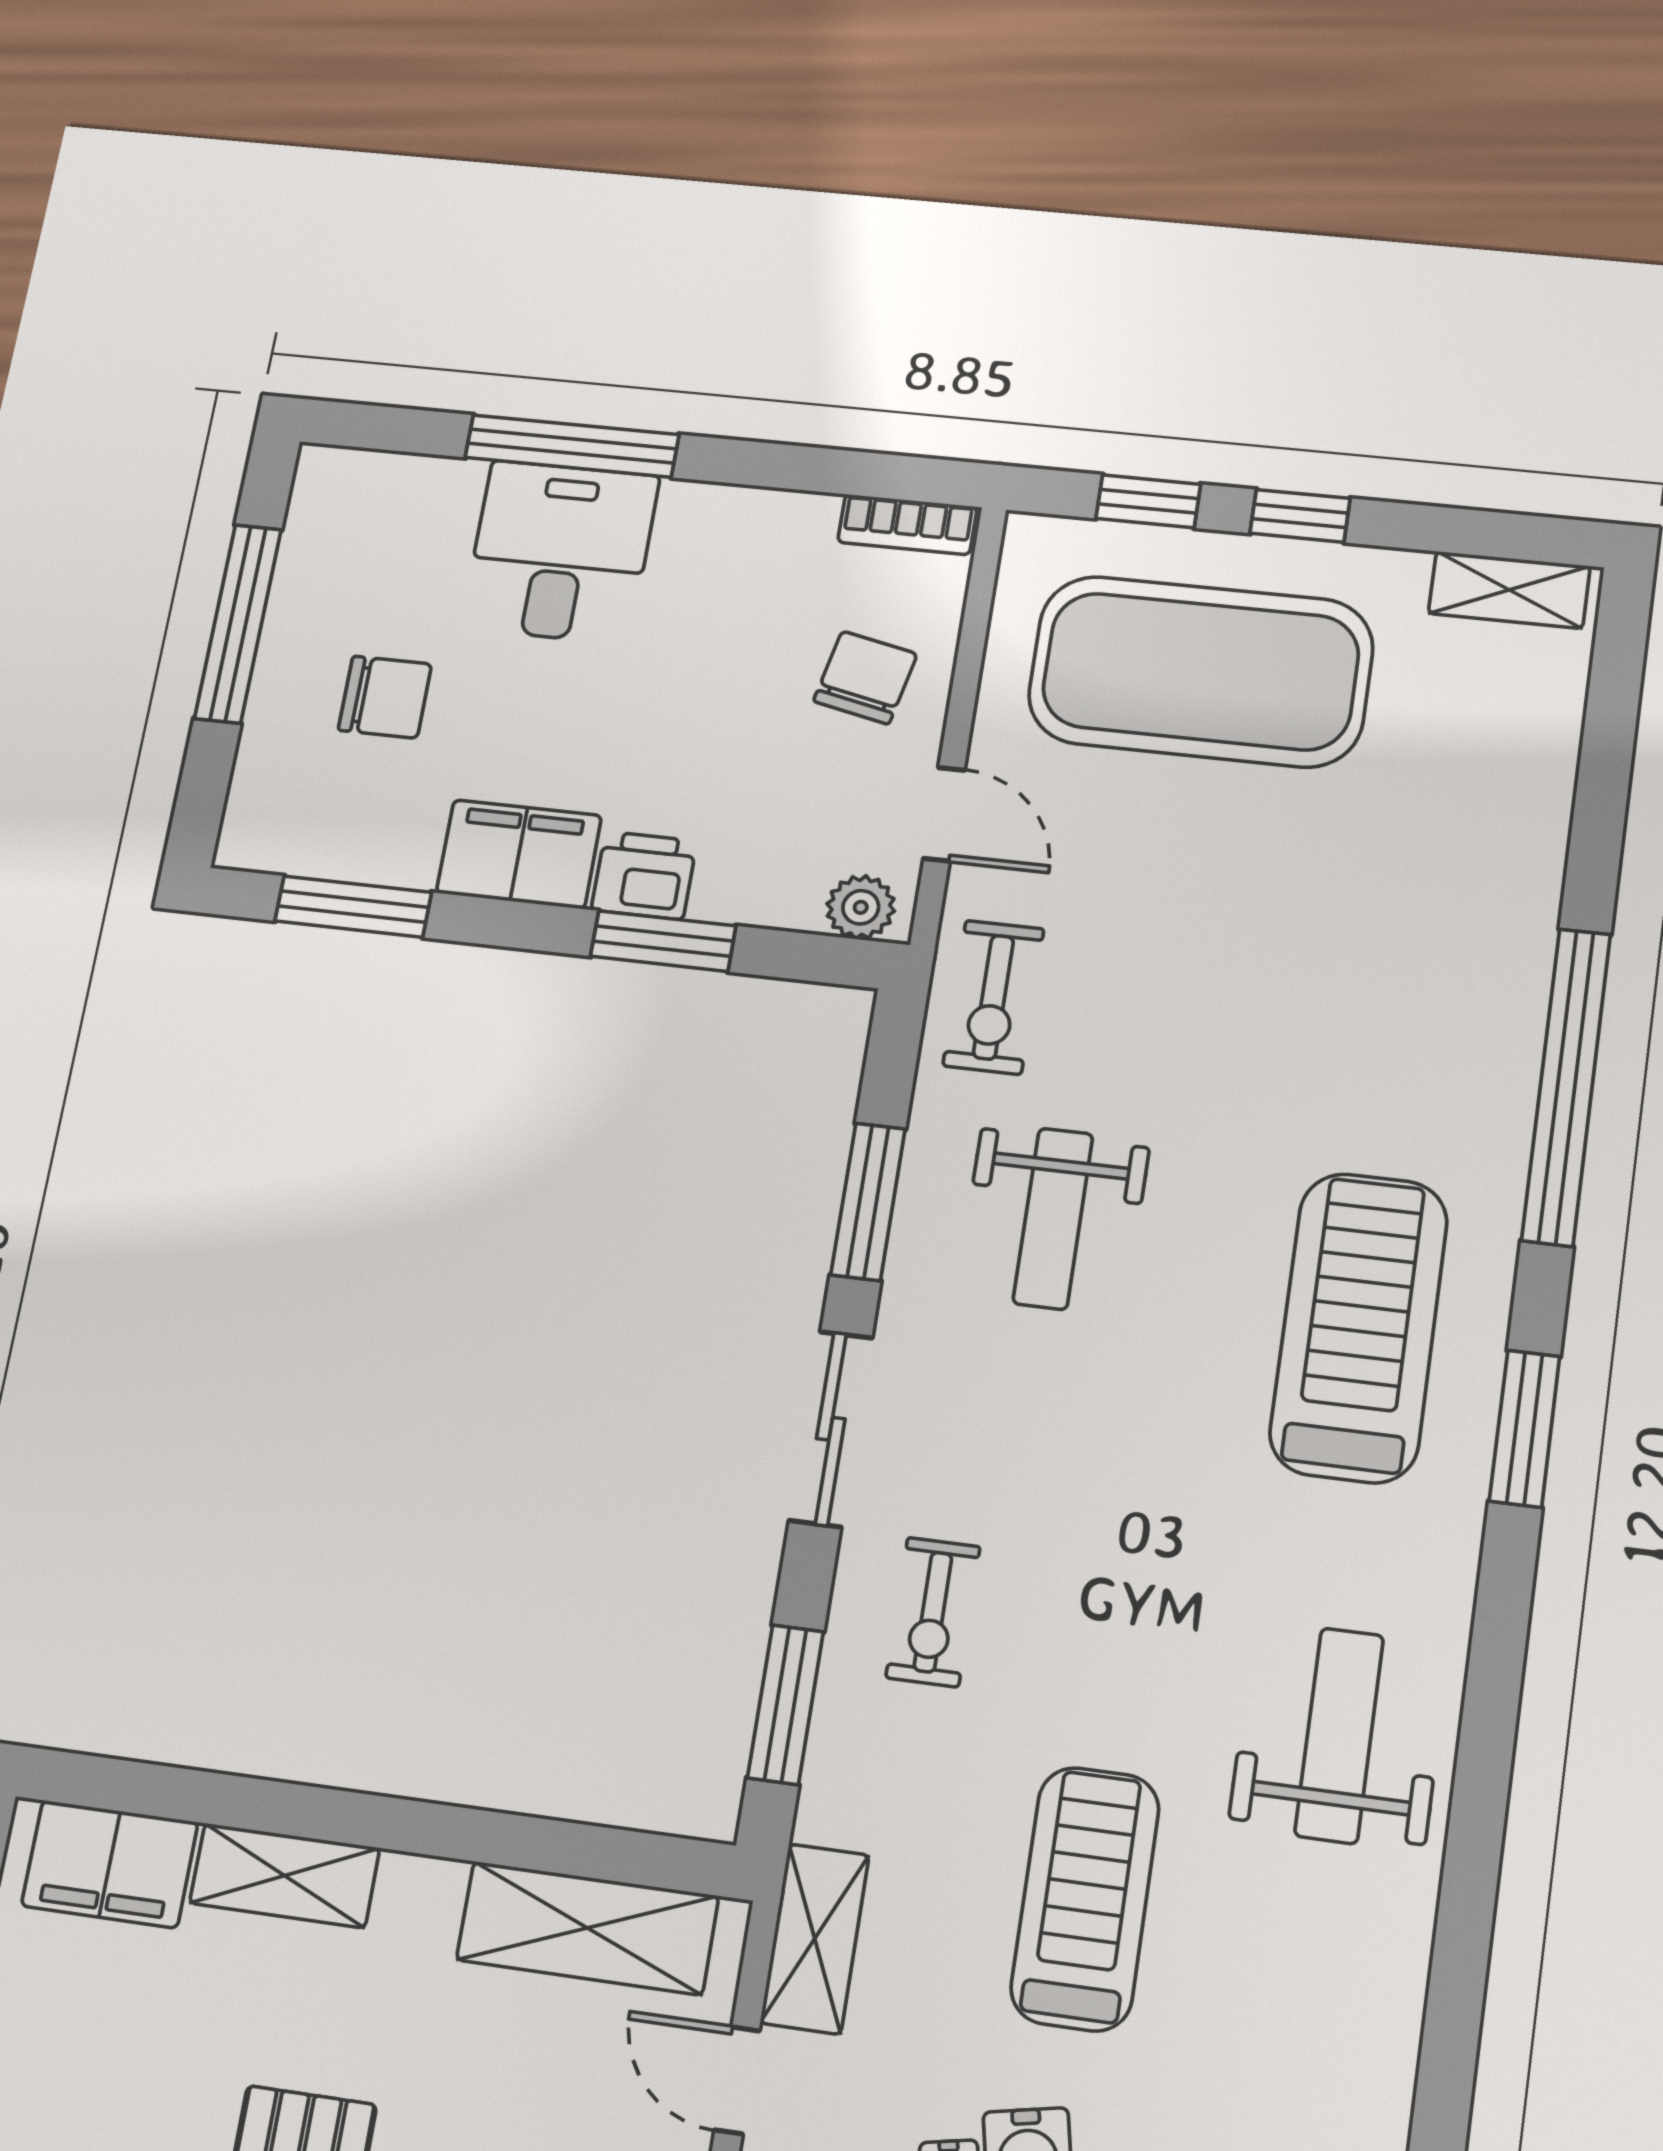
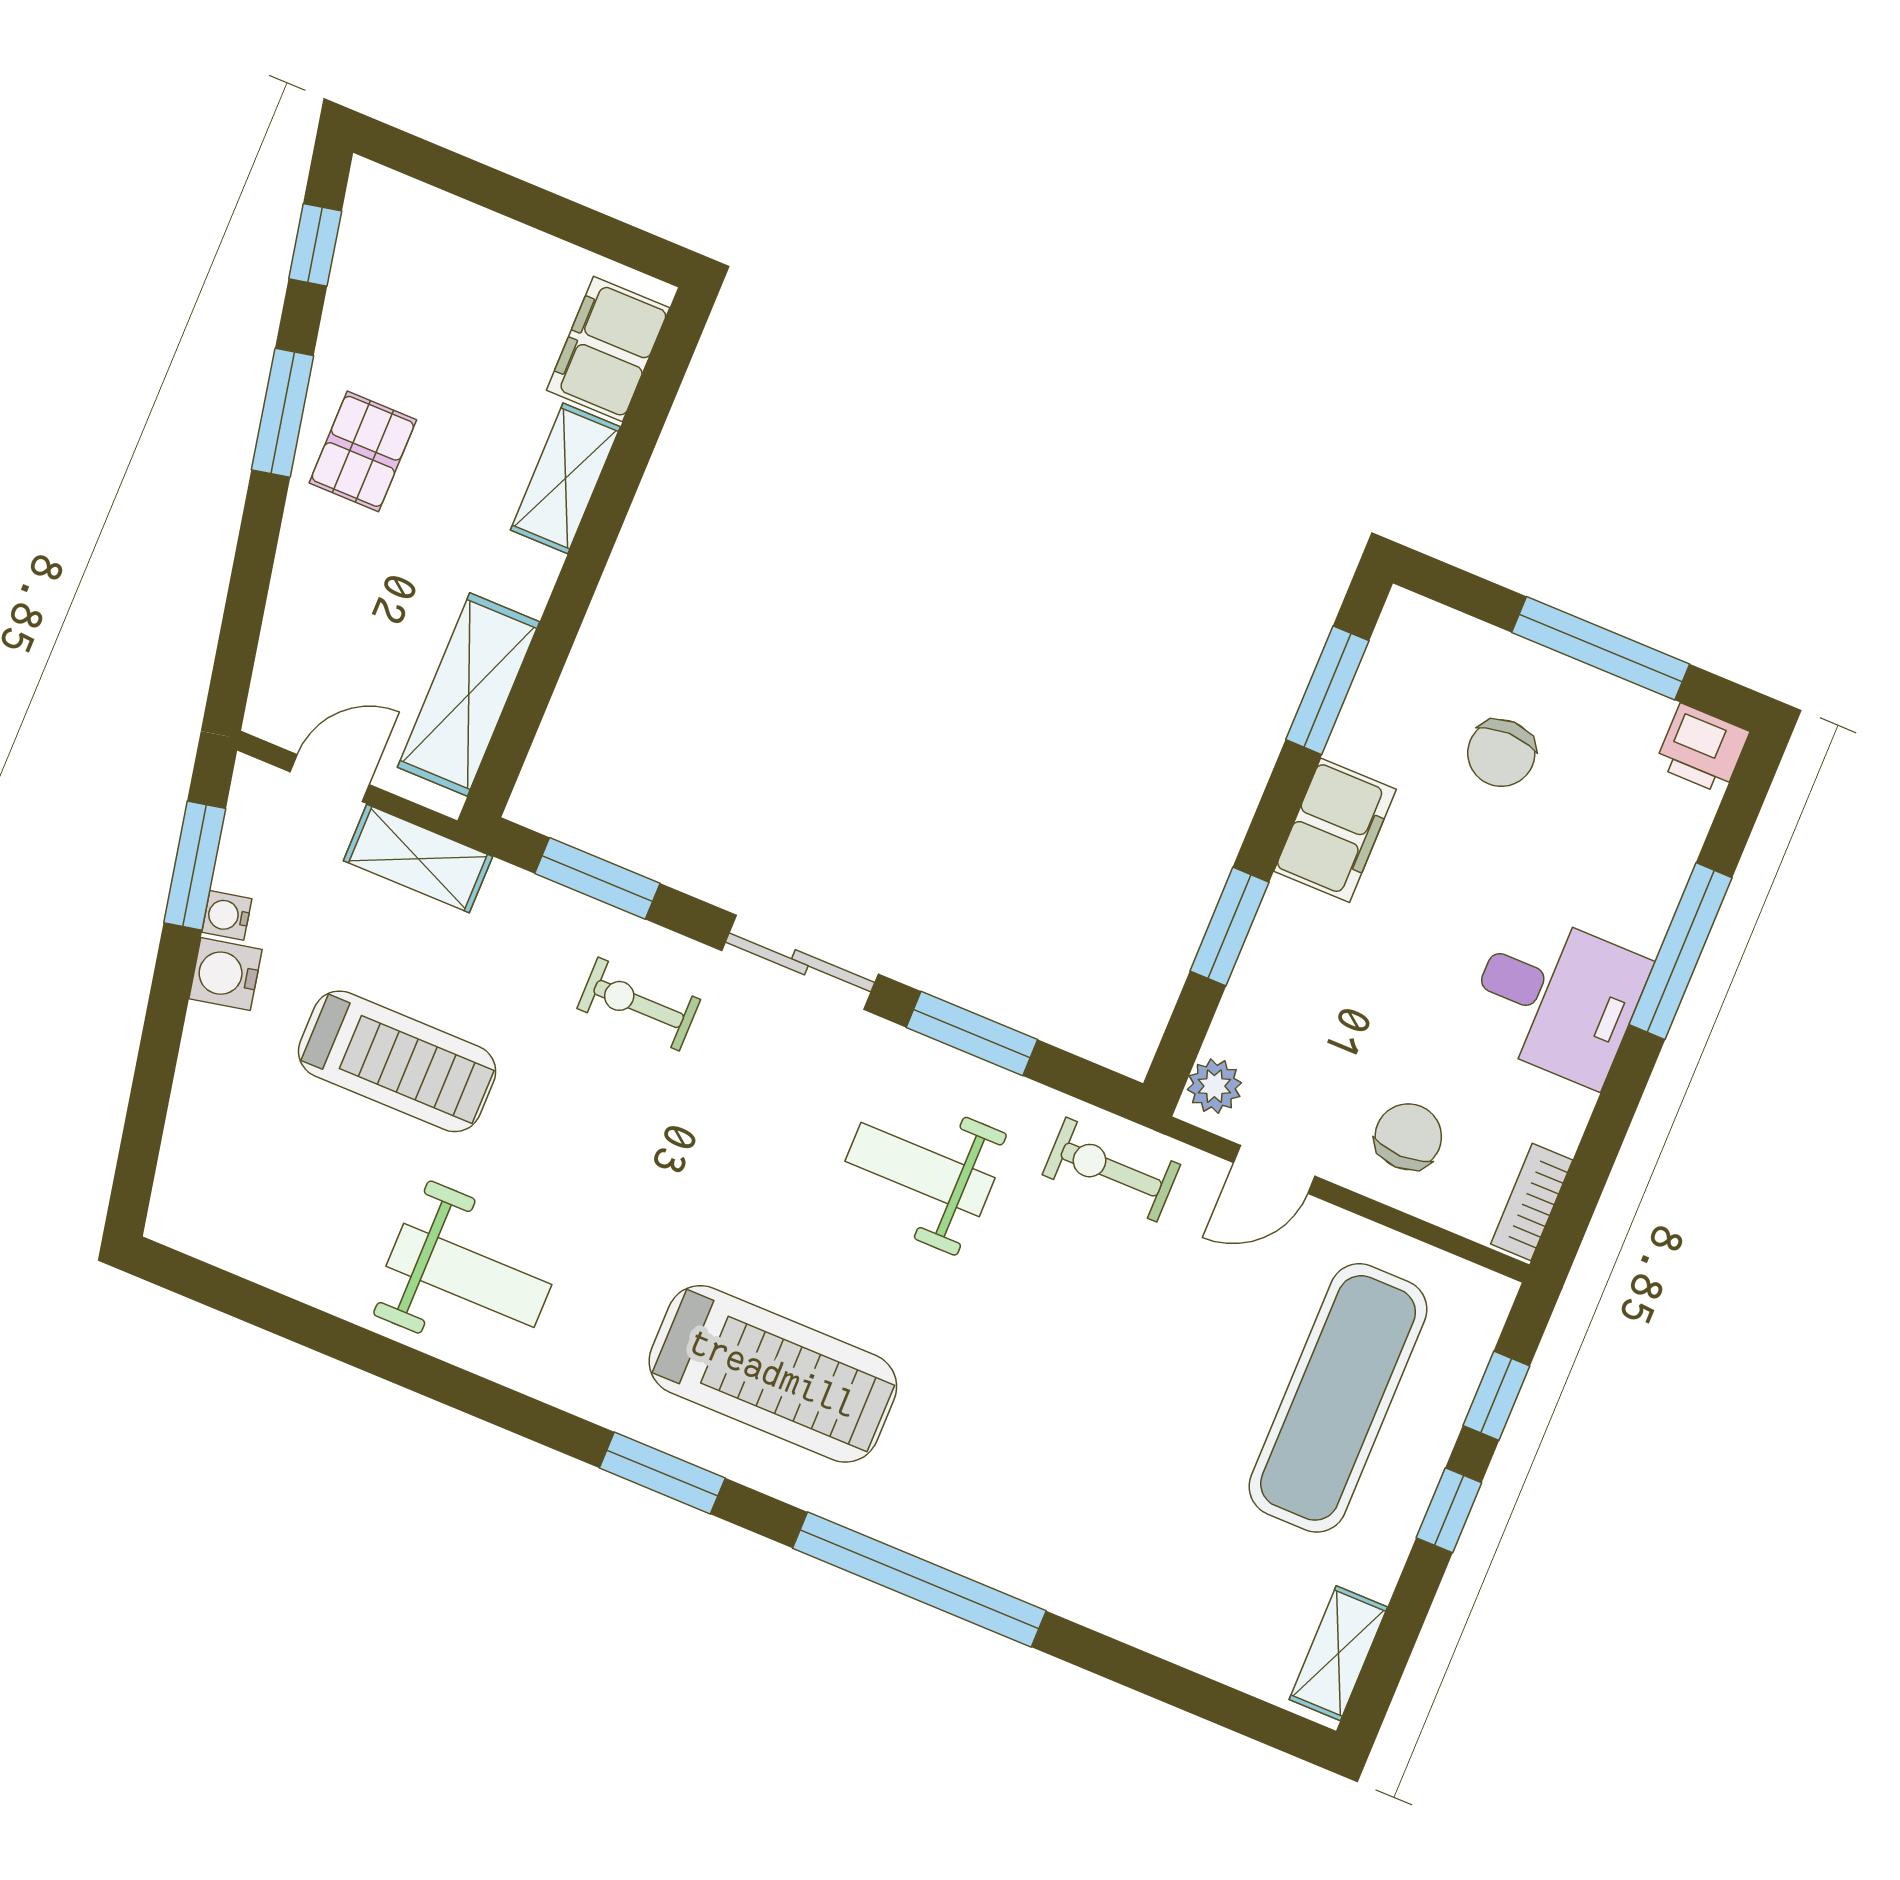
desk: (560, 552) -> (1557, 998), moved
exercise mat: (1200, 671) -> (1338, 1398), width x0.68
chair: (865, 677) -> (1408, 1137), turned -102
printer: (644, 875) -> (1702, 749), moved, turned 90

